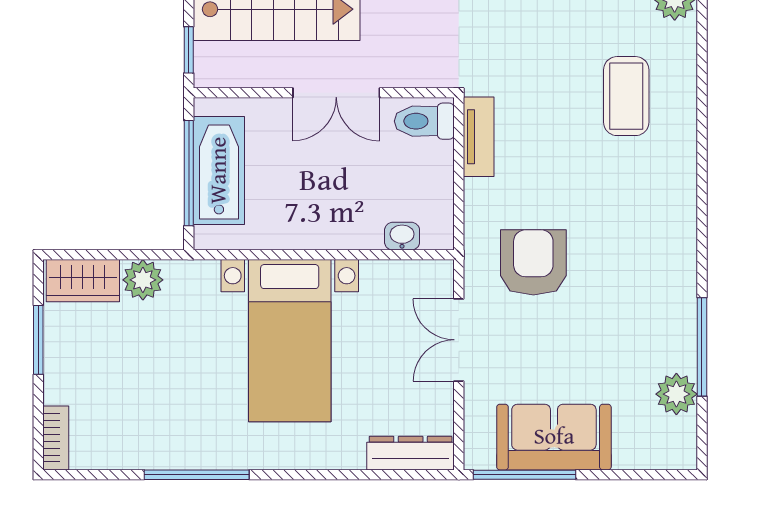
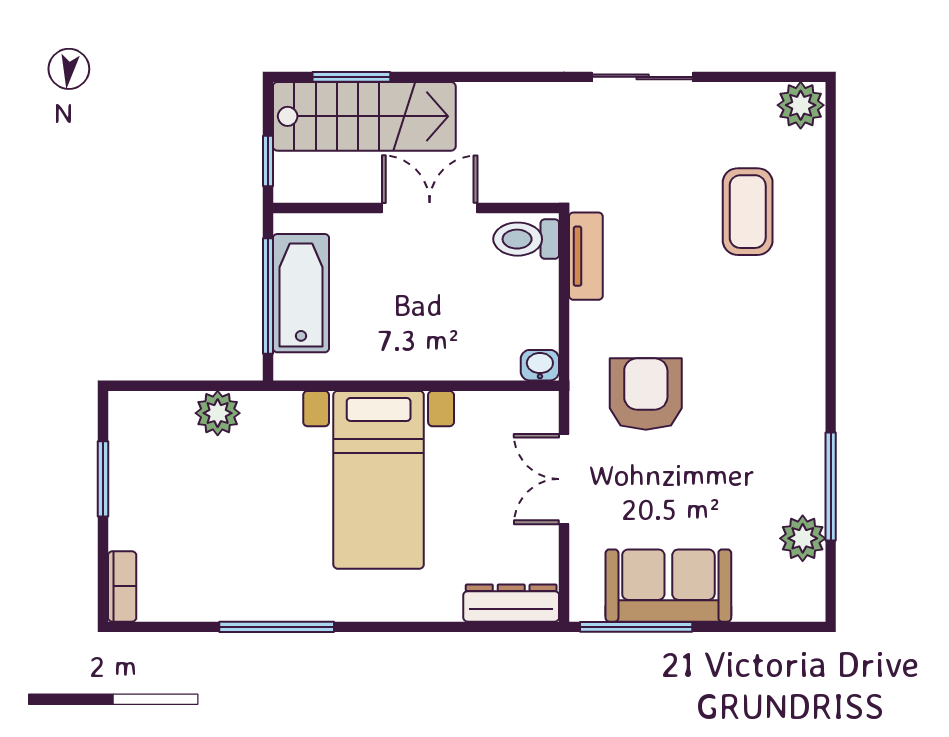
double door: (336, 93) -> (430, 208), swing flipped
washbasin: (402, 236) -> (540, 365), moved
wardrobe: (83, 281) -> (152, 414), removed

